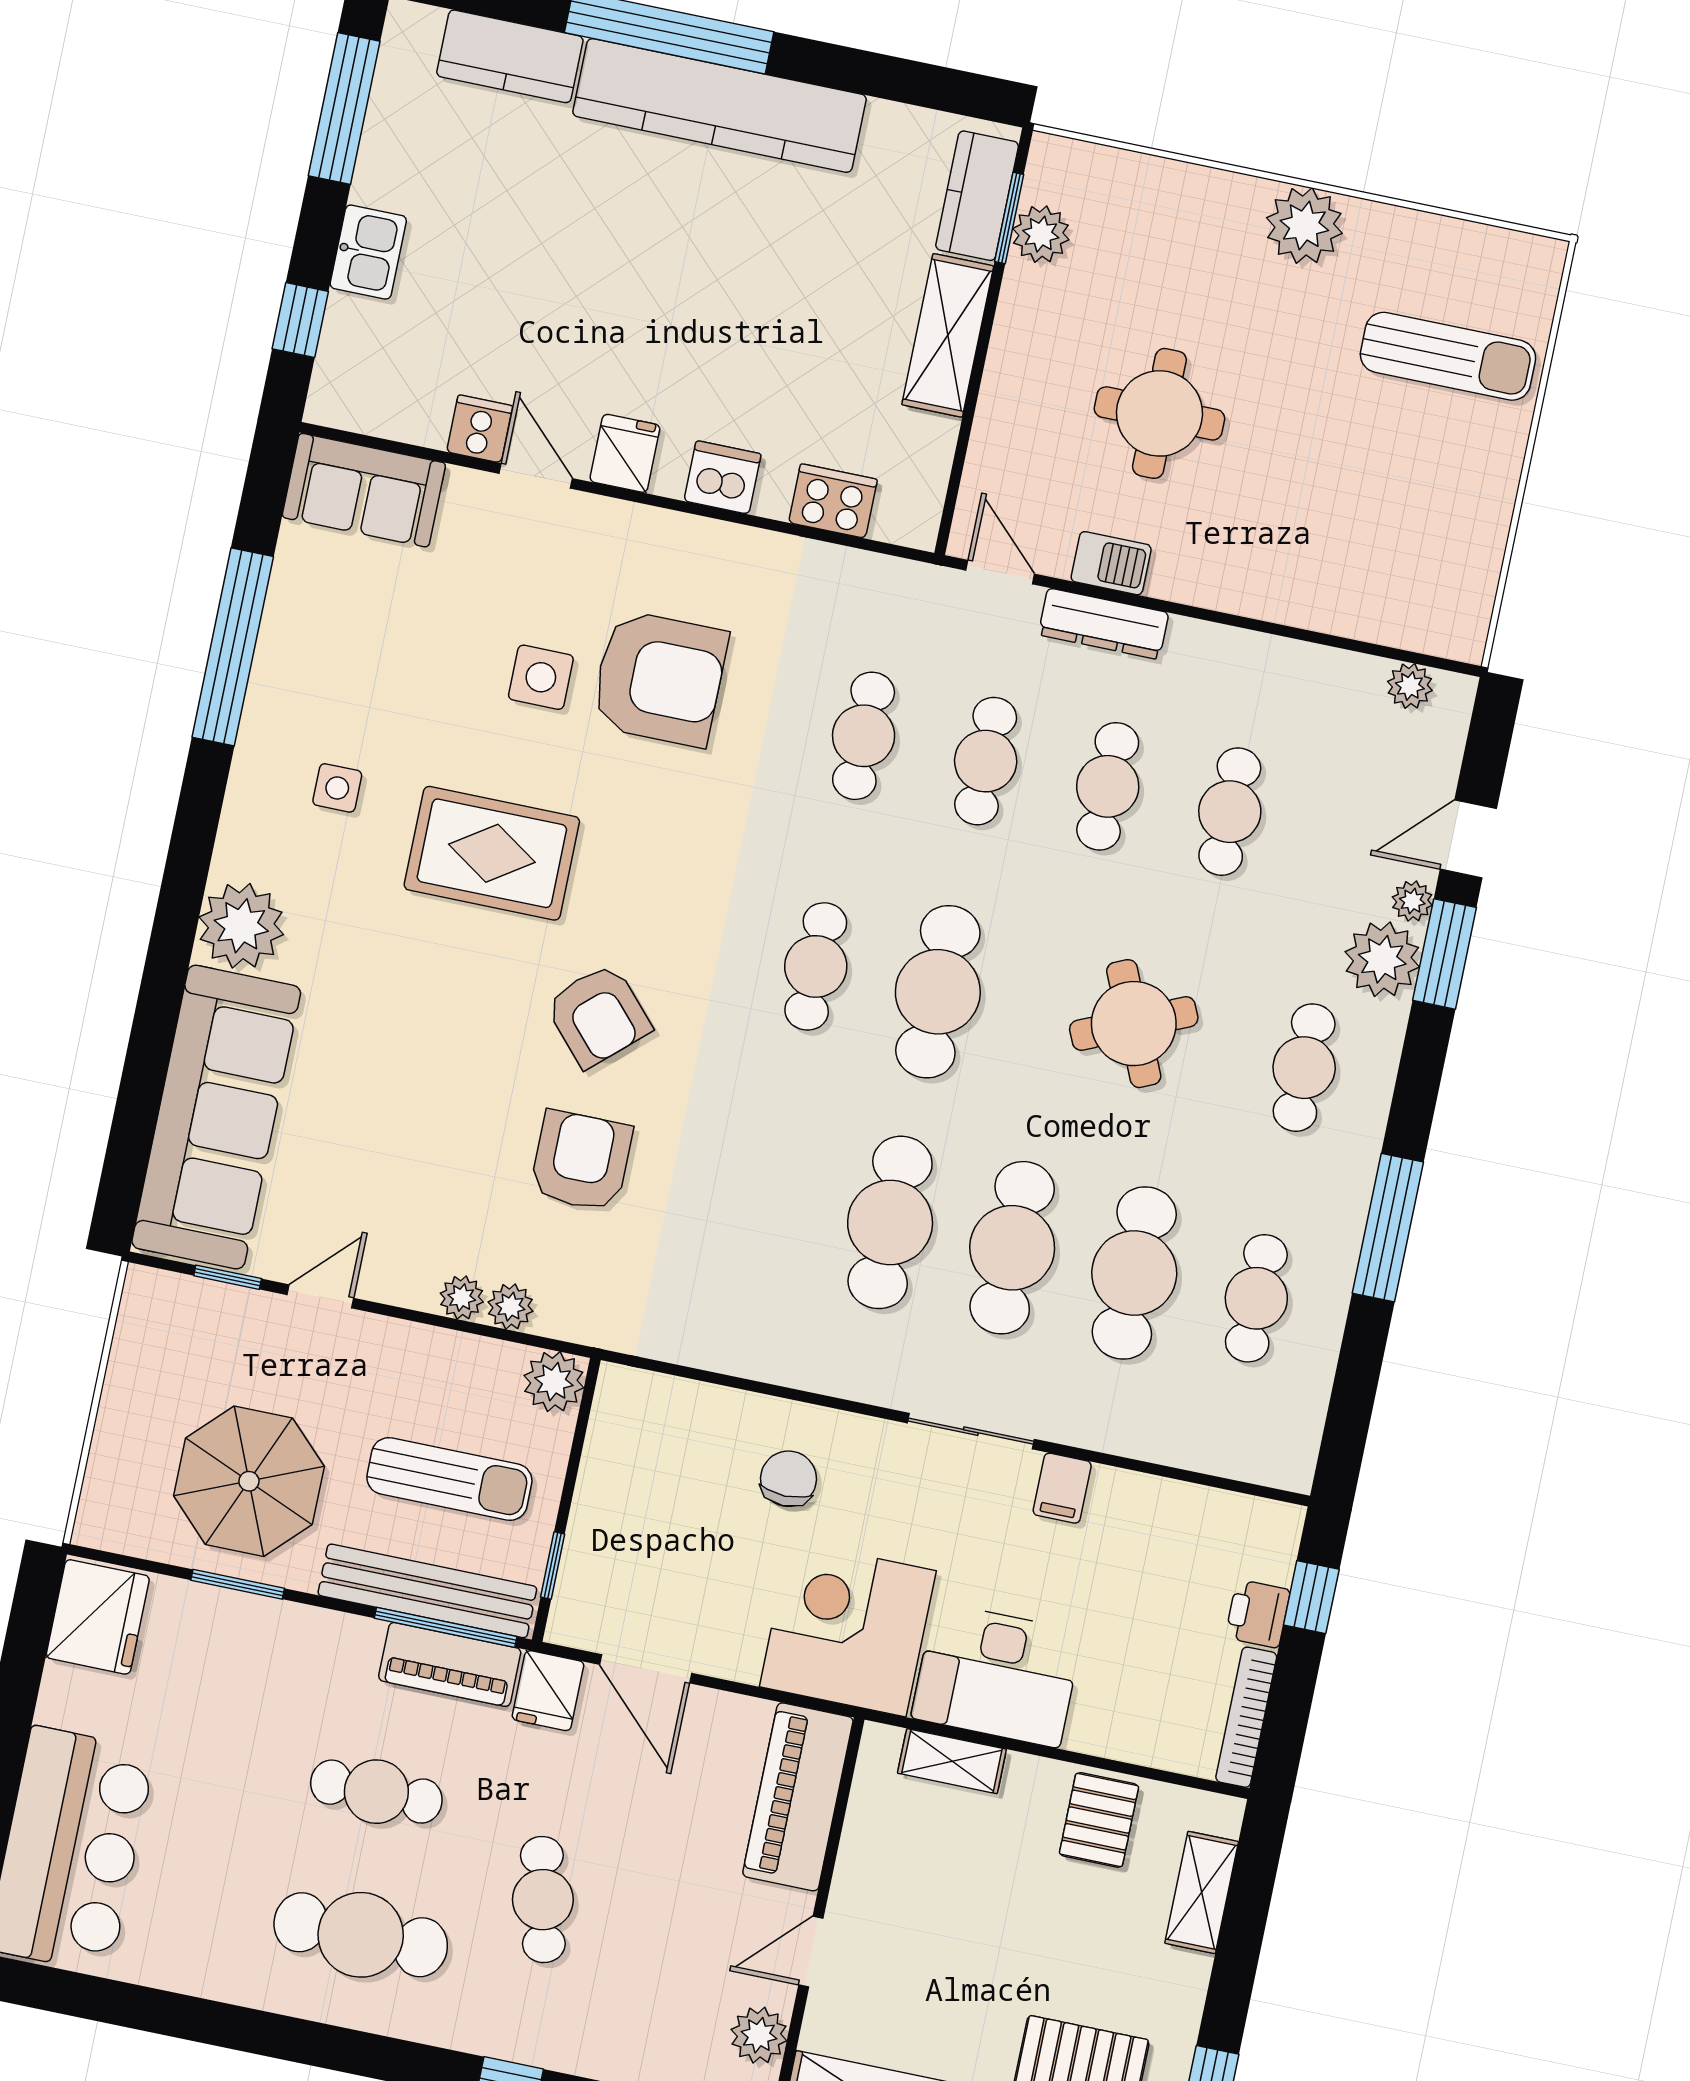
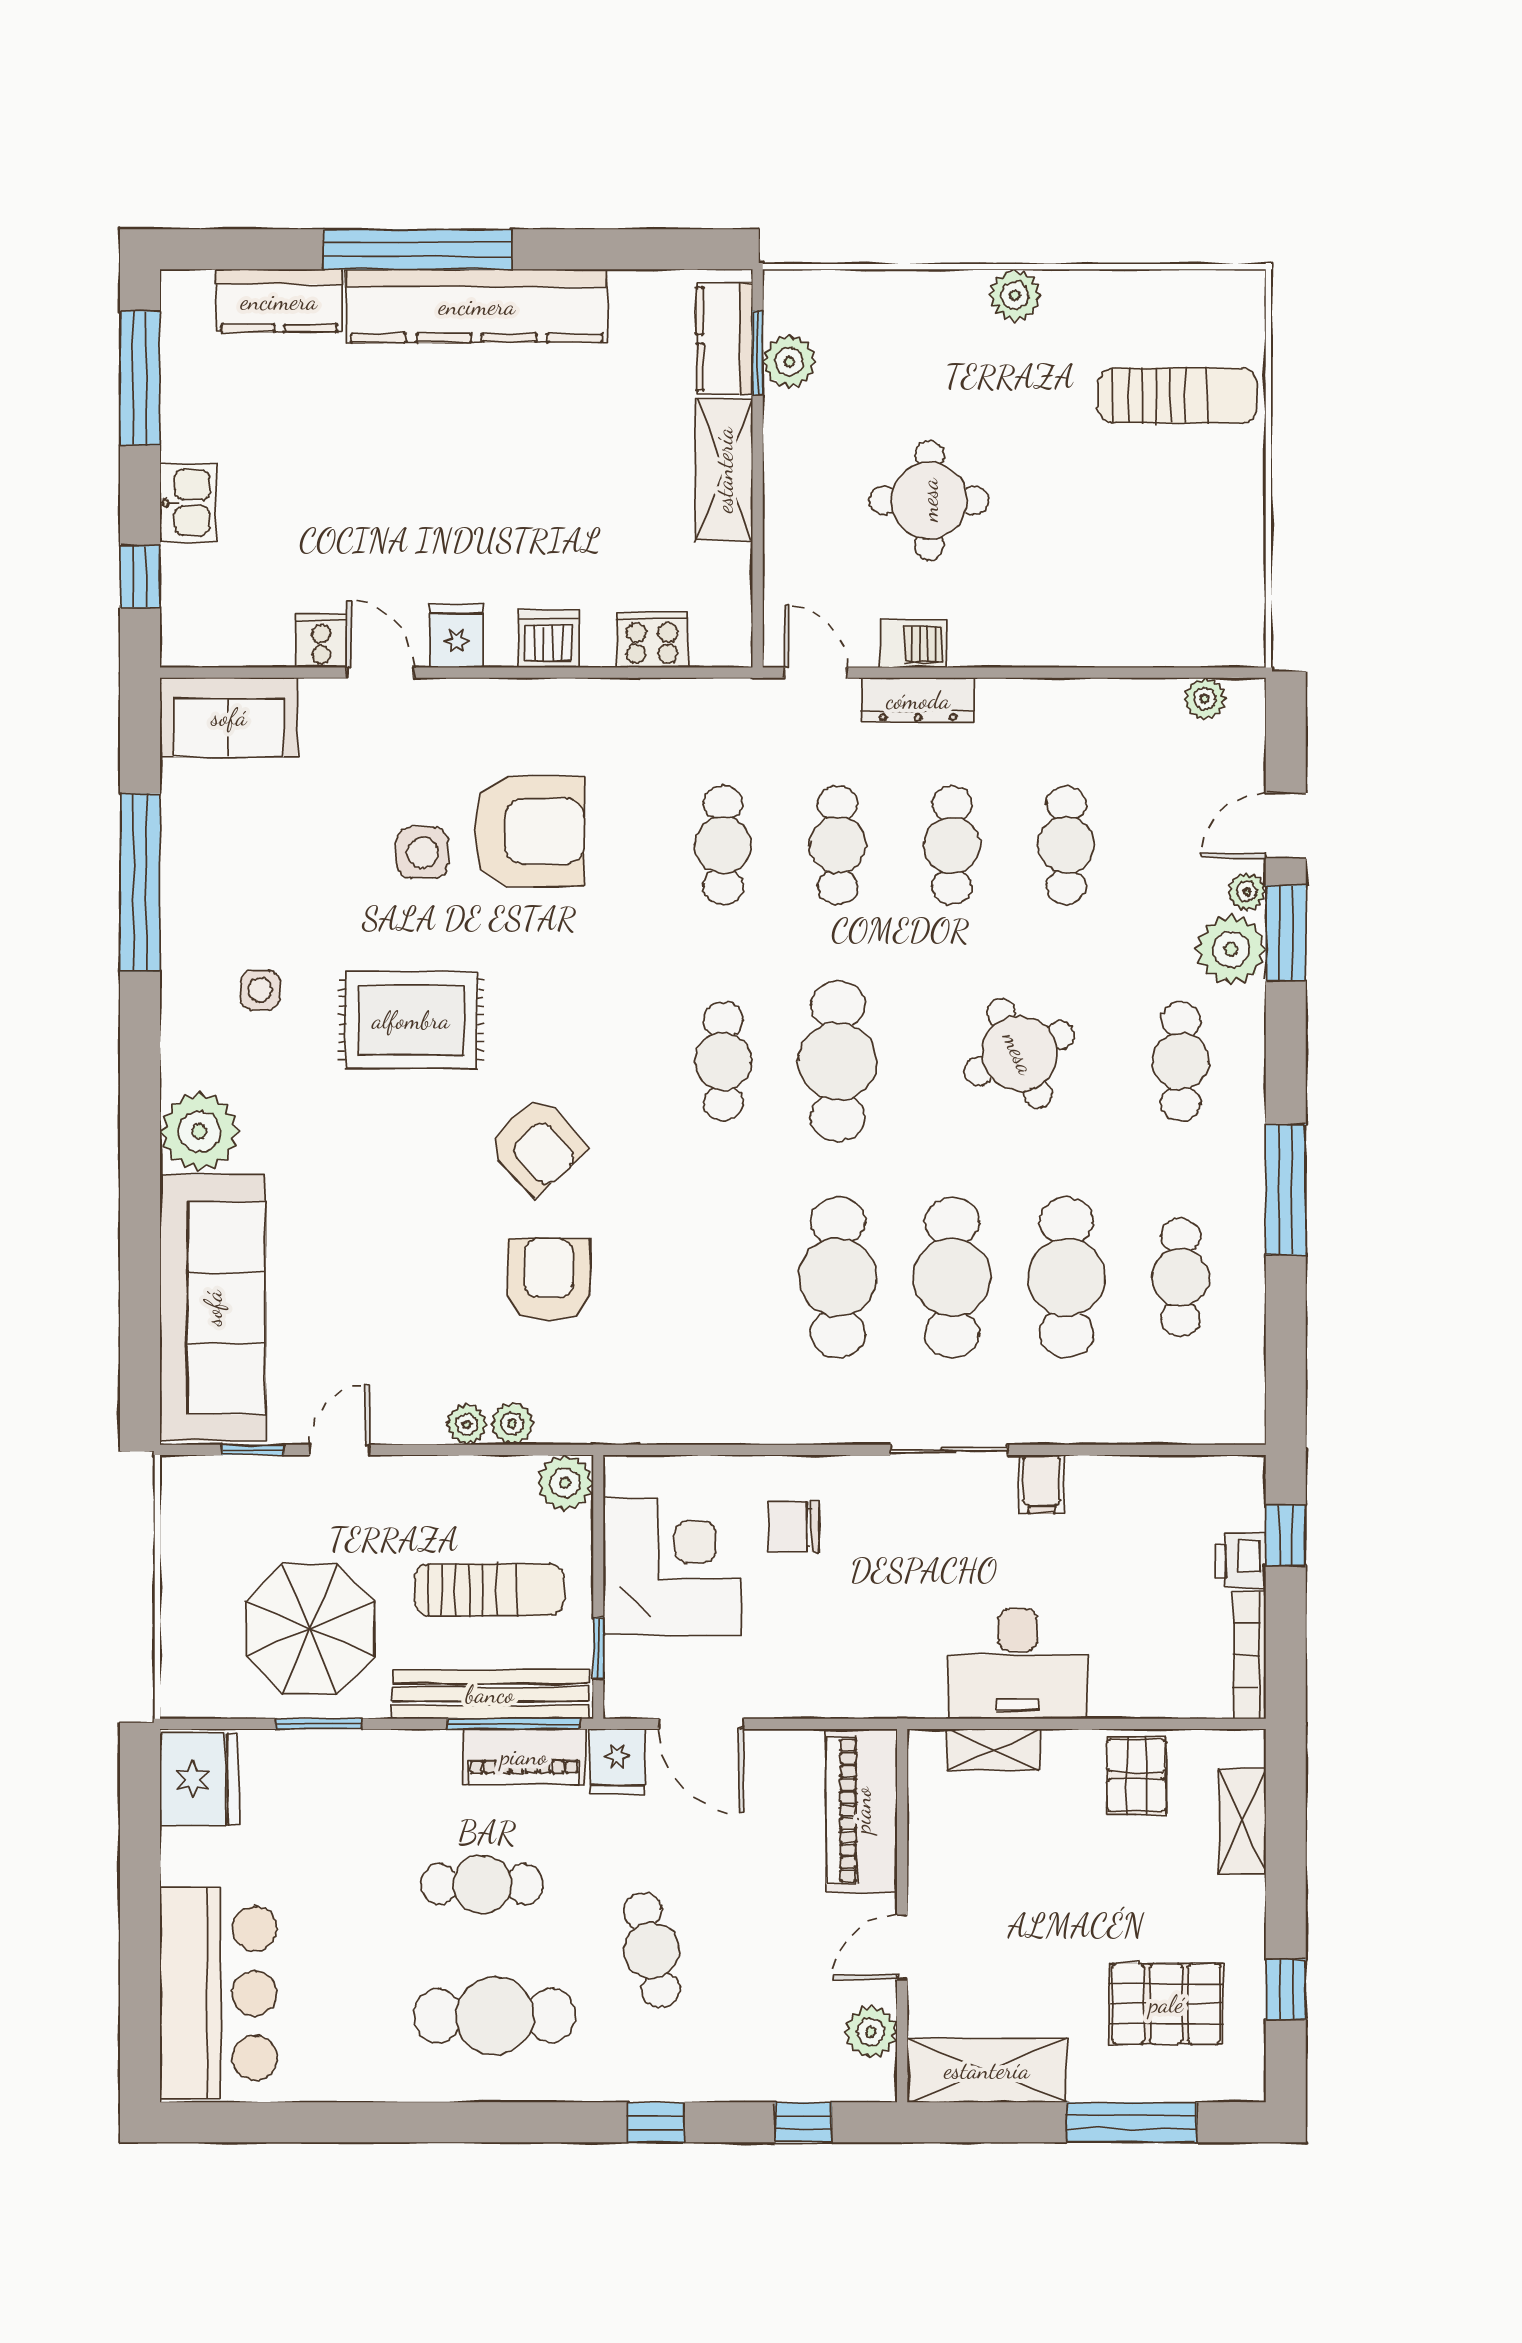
plant: (1304, 226) -> (1015, 295), width x0.73, depth x0.73
chair: (788, 1479) -> (794, 1526), turned -90
corner desk: (848, 1629) -> (672, 1566), moved, turned 90

